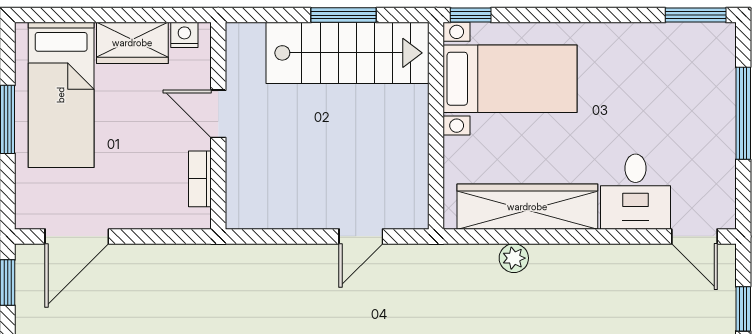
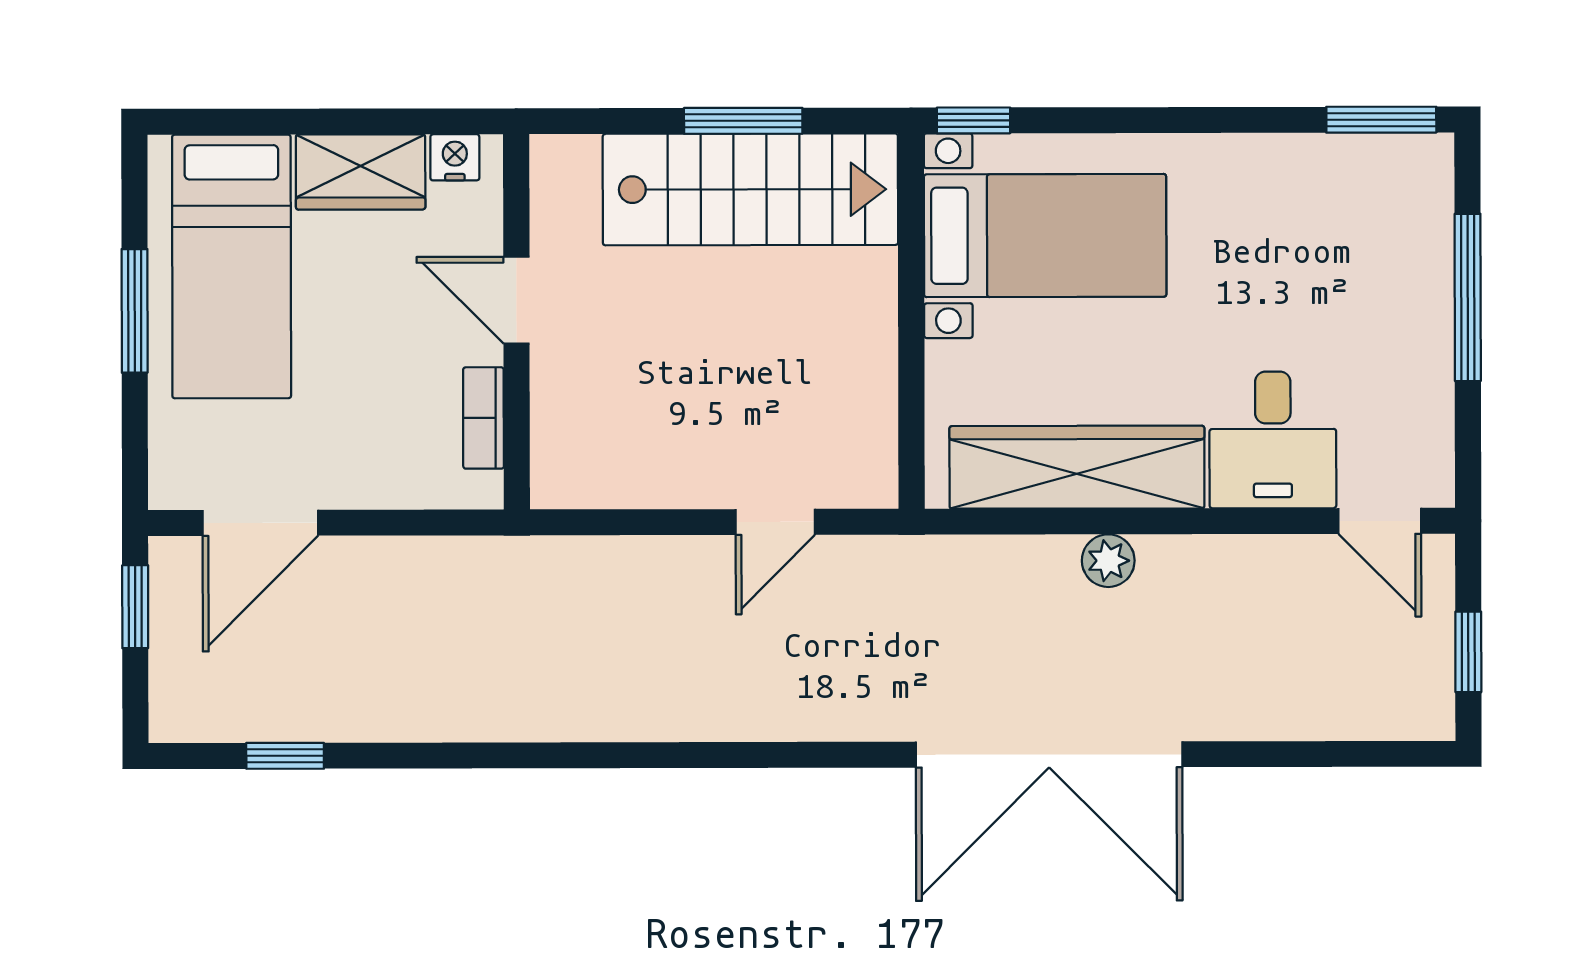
plant: (514, 258) -> (1108, 561), moved

